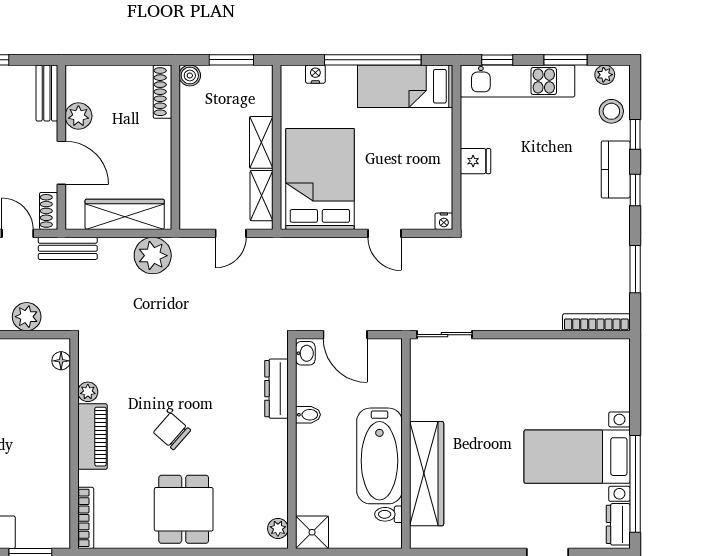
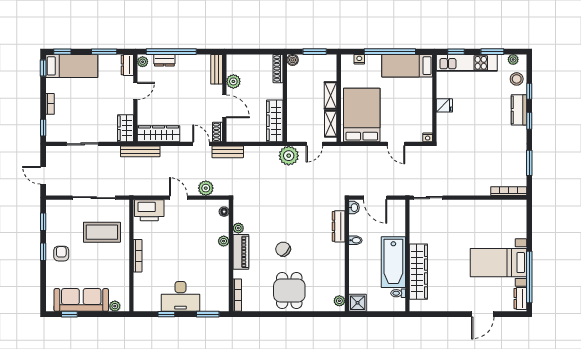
wardrobe: (125, 214) -> (275, 121), moved, turned -90
plant: (153, 256) -> (289, 156), moved
plant: (60, 416) -> (224, 241), added

